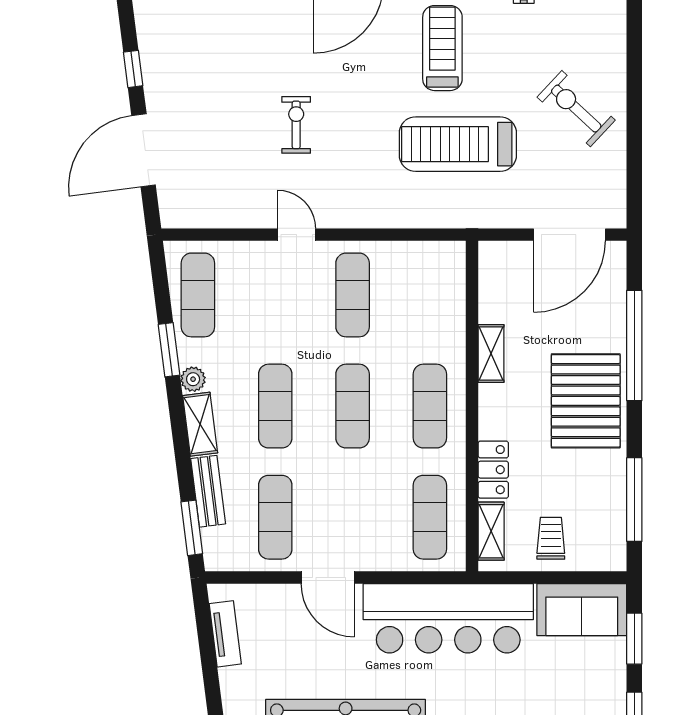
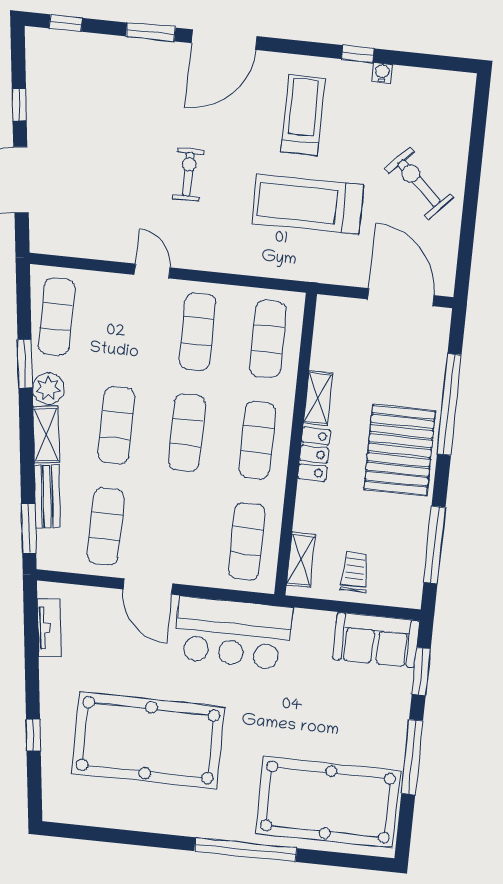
exercise bike: (296, 125) -> (188, 174), moved
door: (569, 235) -> (401, 297), swing flipped
exercise mat: (430, 295) -> (268, 339), added
plant: (193, 379) -> (48, 388), width x1.38, depth x1.38
locker: (493, 470) -> (314, 454), moved
bar counter: (448, 618) -> (233, 633), width x0.73

